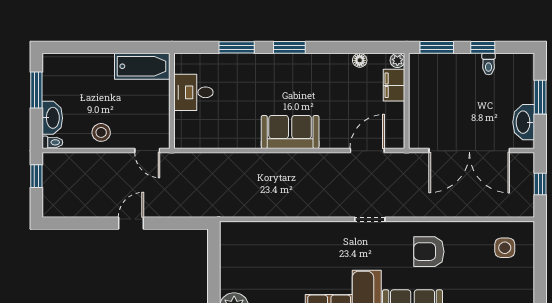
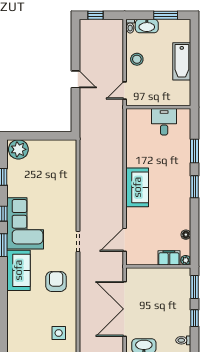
toilet: (489, 64) -> (183, 340), moved
bathtub: (142, 66) -> (182, 61), moved
door: (367, 151) -> (125, 240), swing flipped
window: (36, 176) -> (95, 15), moved

